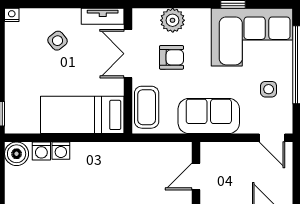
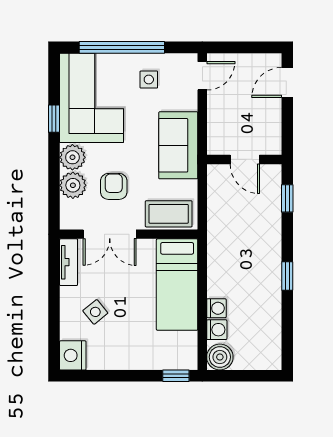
nightstand: (12, 15) -> (73, 355), width x1.89, depth x1.79
plant: (198, 20) -> (72, 157), added

